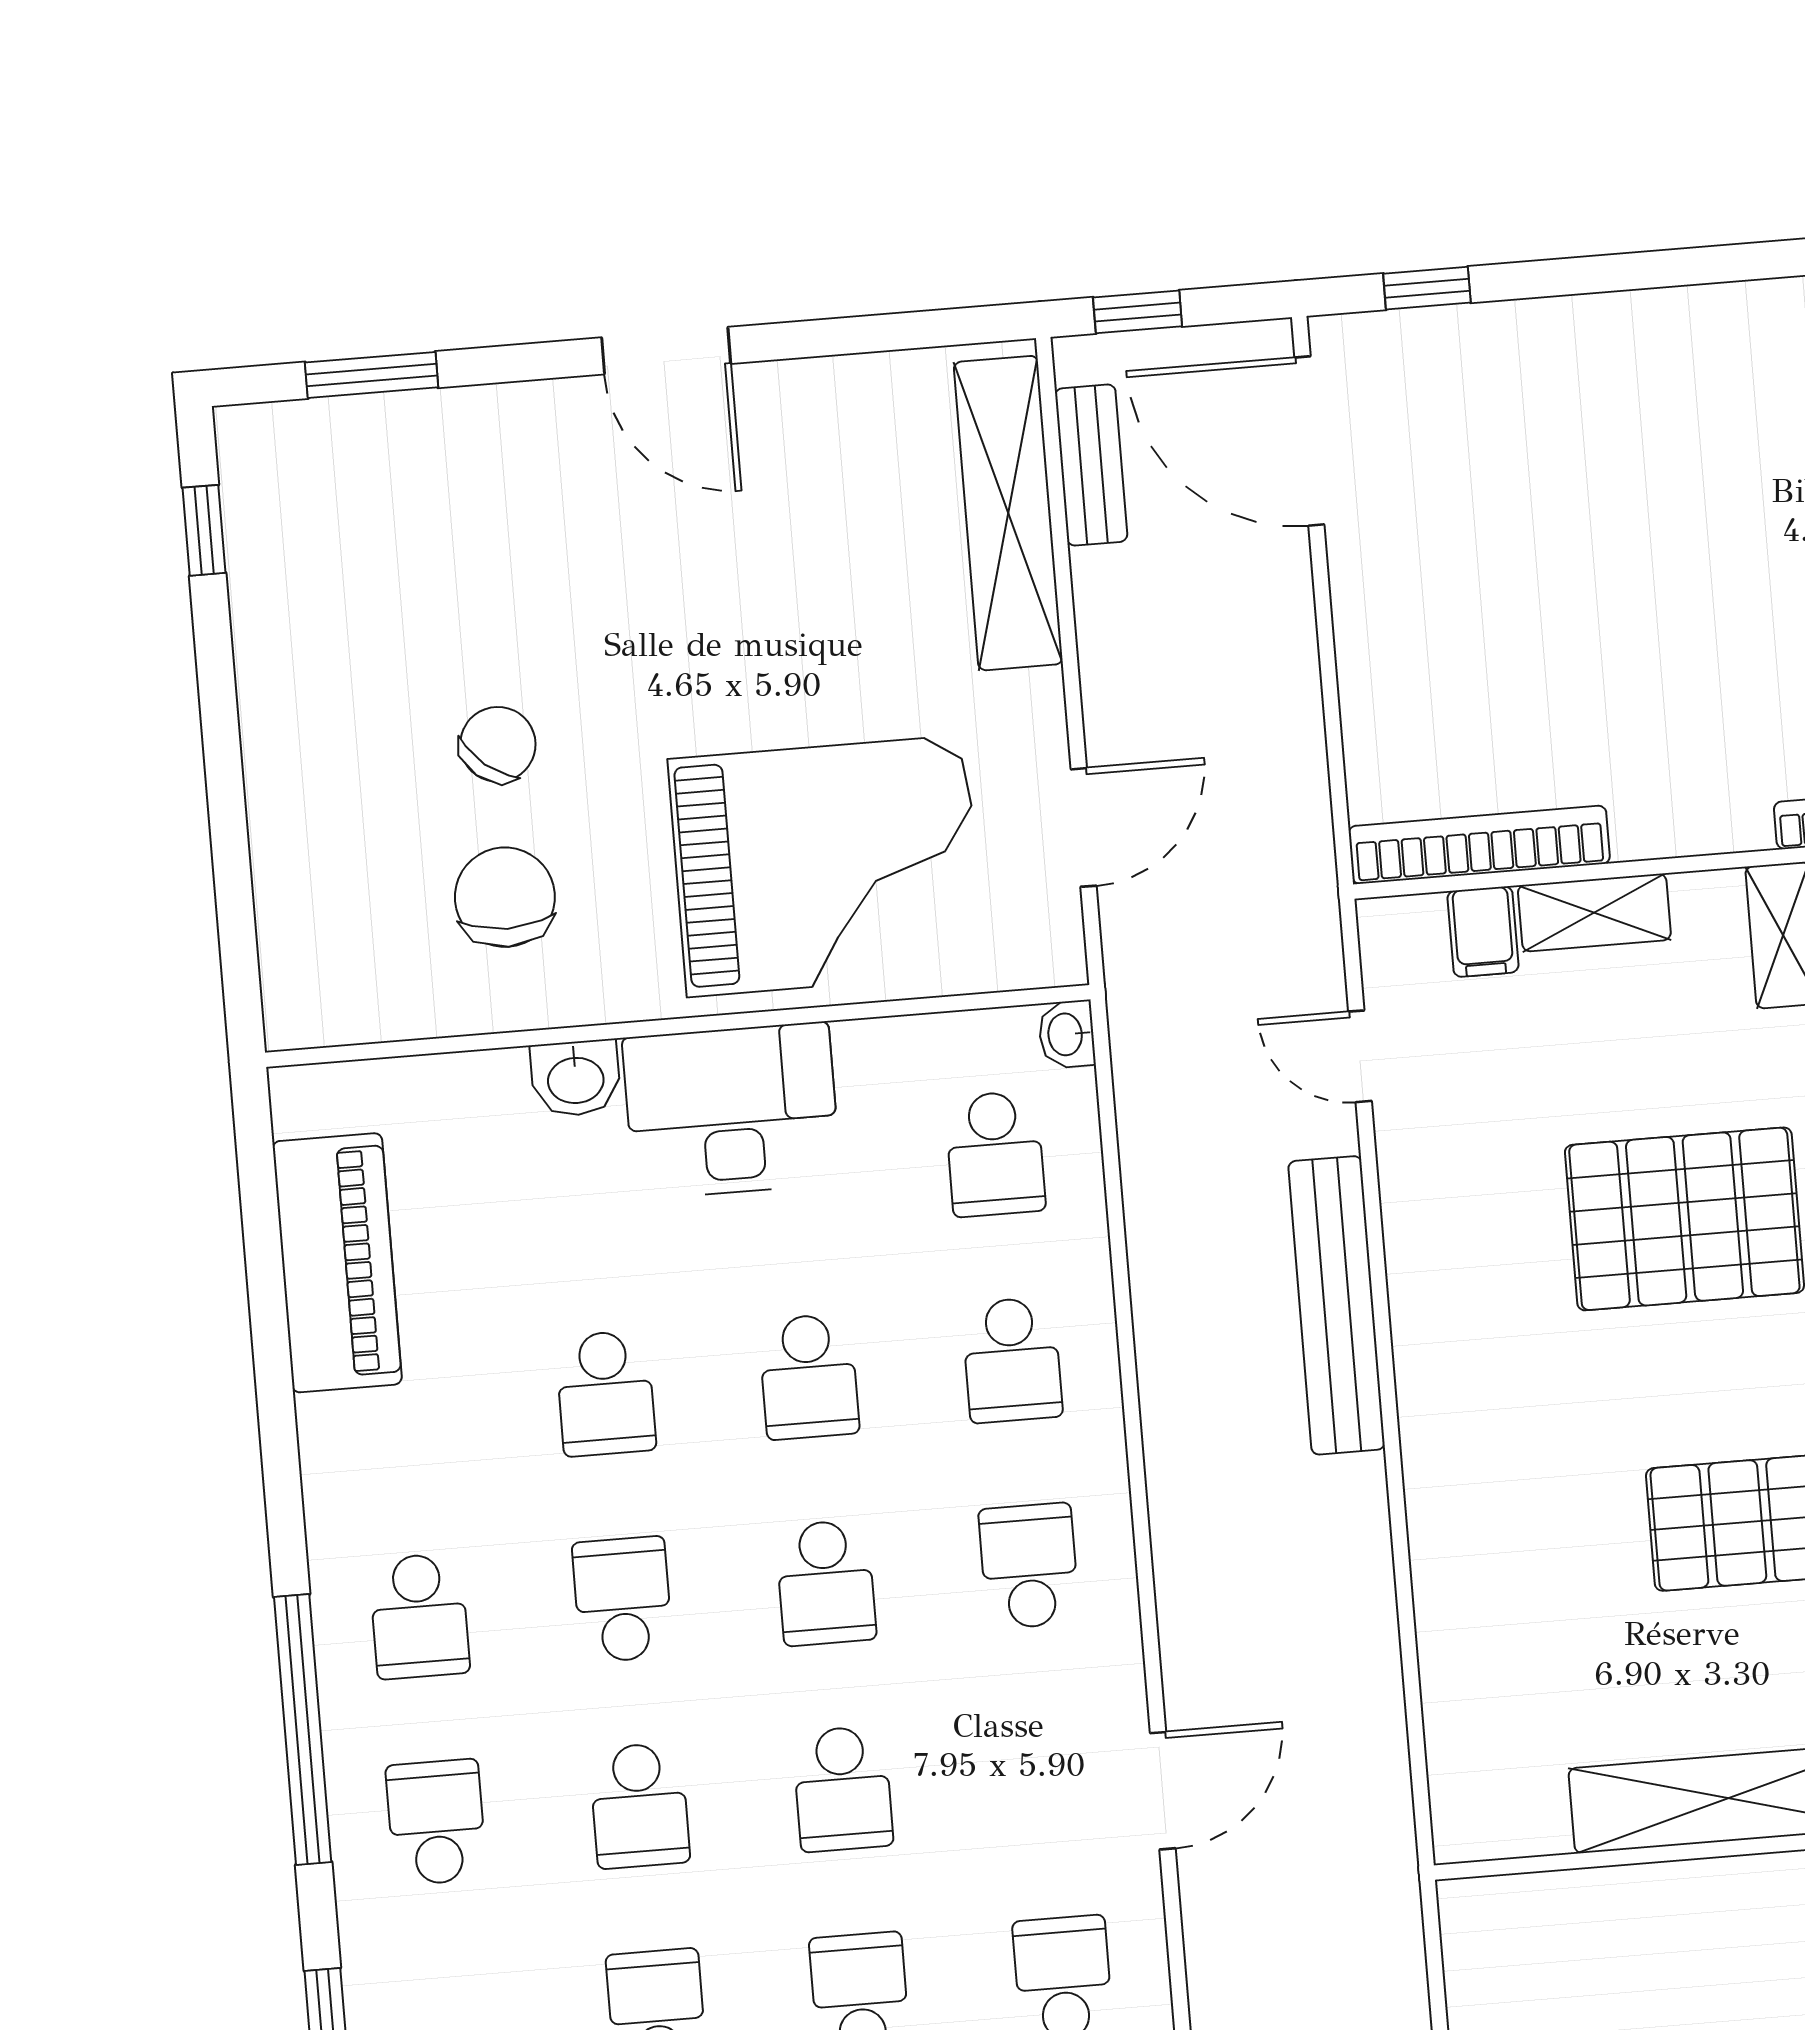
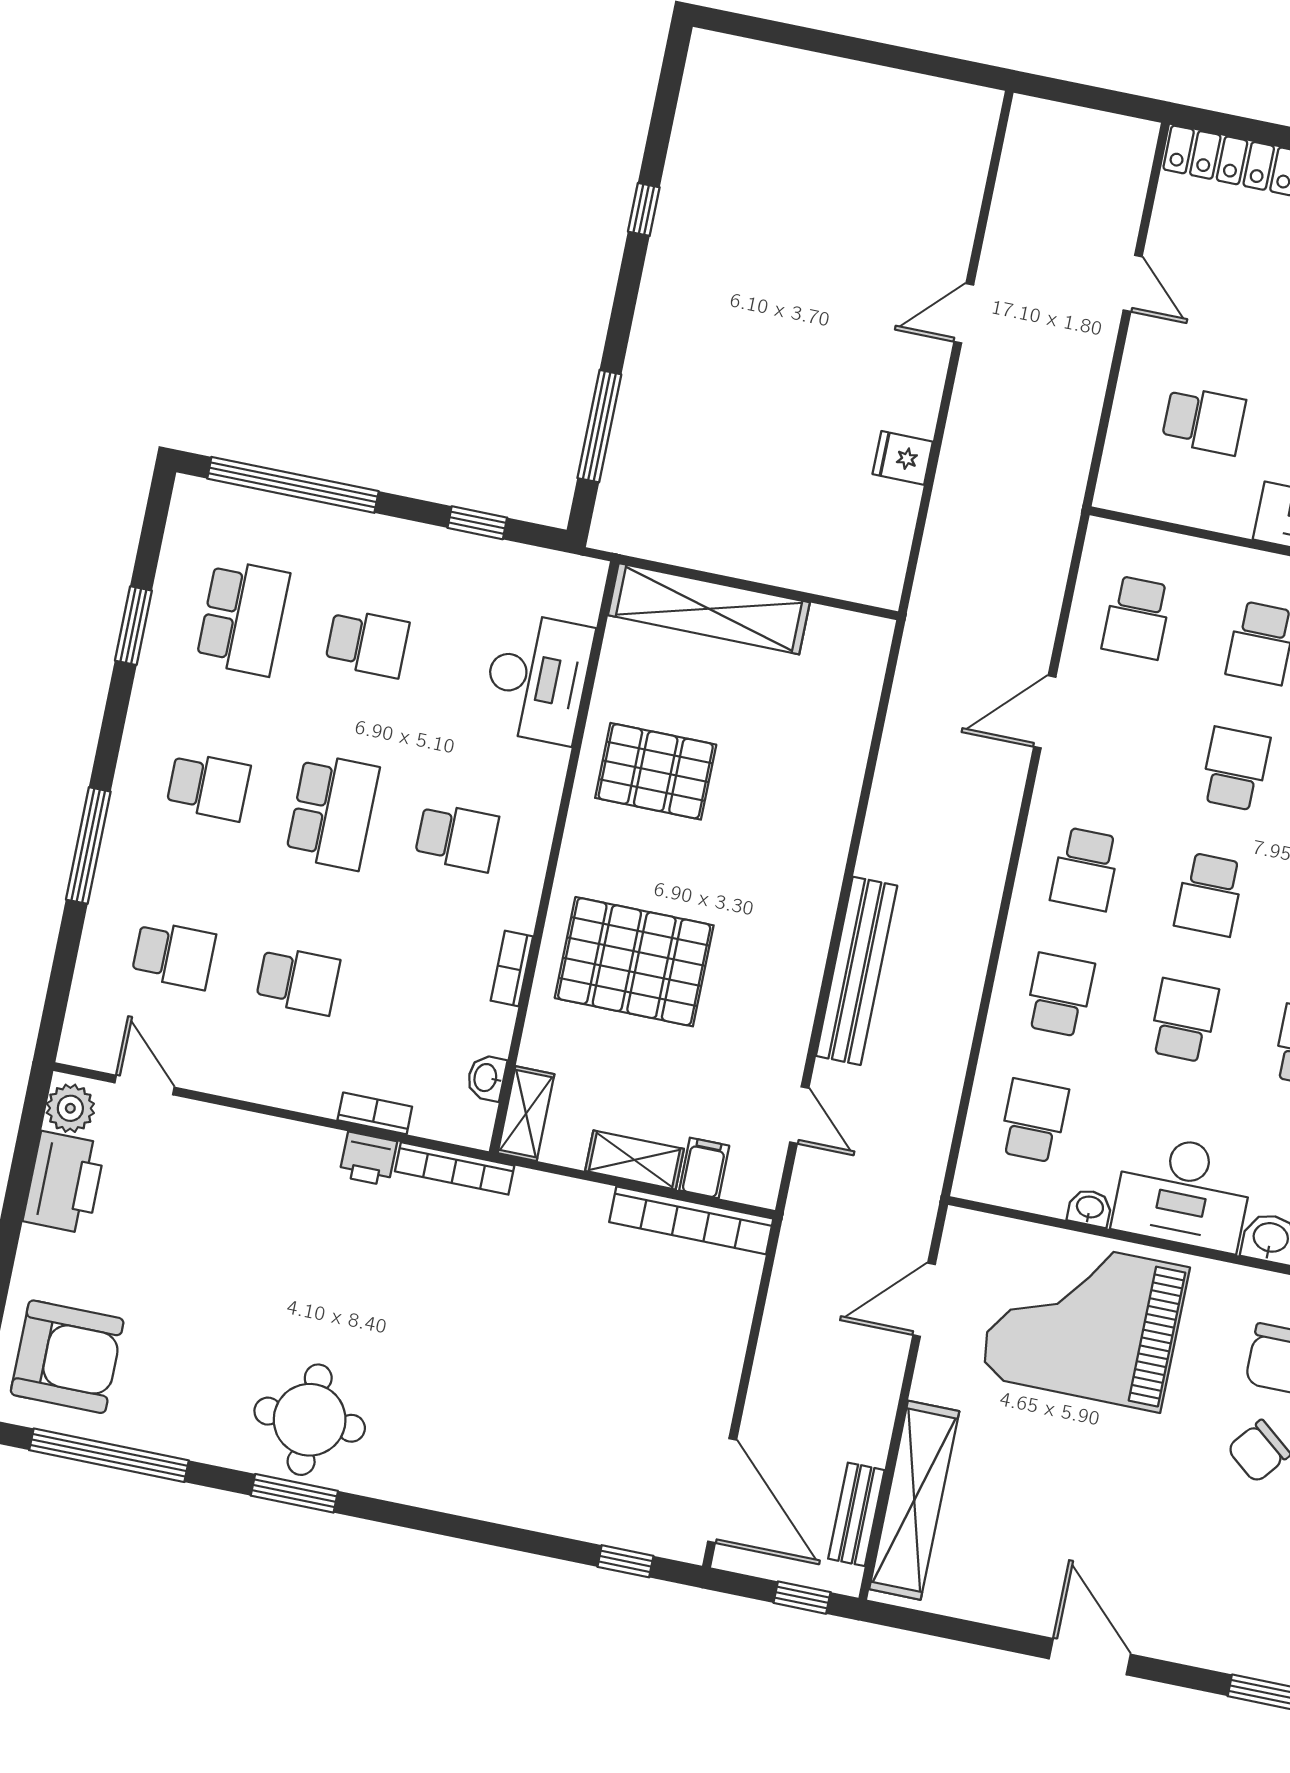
washbasin: (1067, 1034) -> (1090, 1208), moved, turned -90
school desk: (826, 1583) -> (1209, 895), turned 180

